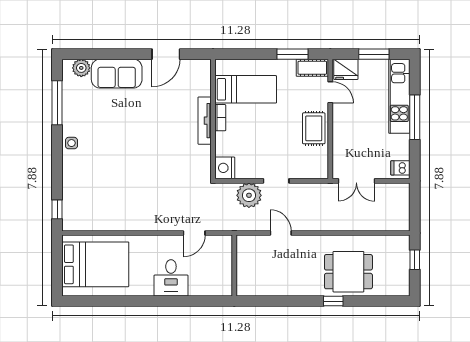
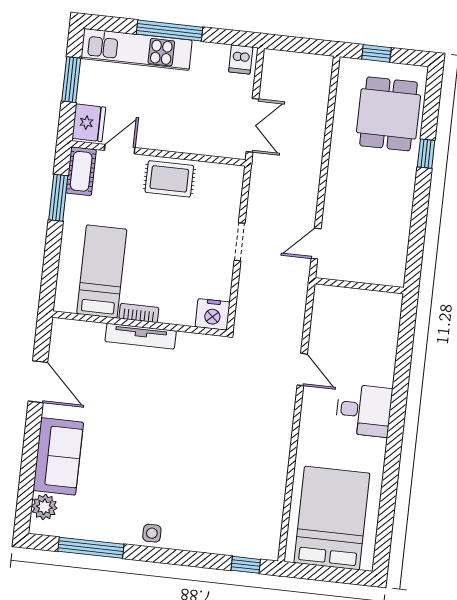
plant: (249, 195) -> (256, 284), removed
wall: (234, 266) -> (359, 286), moved
dining table: (348, 272) -> (389, 114), moved
window: (333, 301) -> (426, 154), moved

